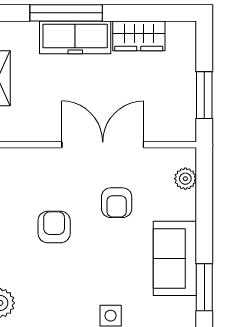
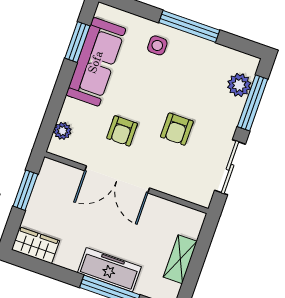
wardrobe: (139, 36) -> (36, 245), moved
armchair: (117, 203) -> (122, 131), turned 180
sofa: (175, 258) -> (96, 62), width x1.36

